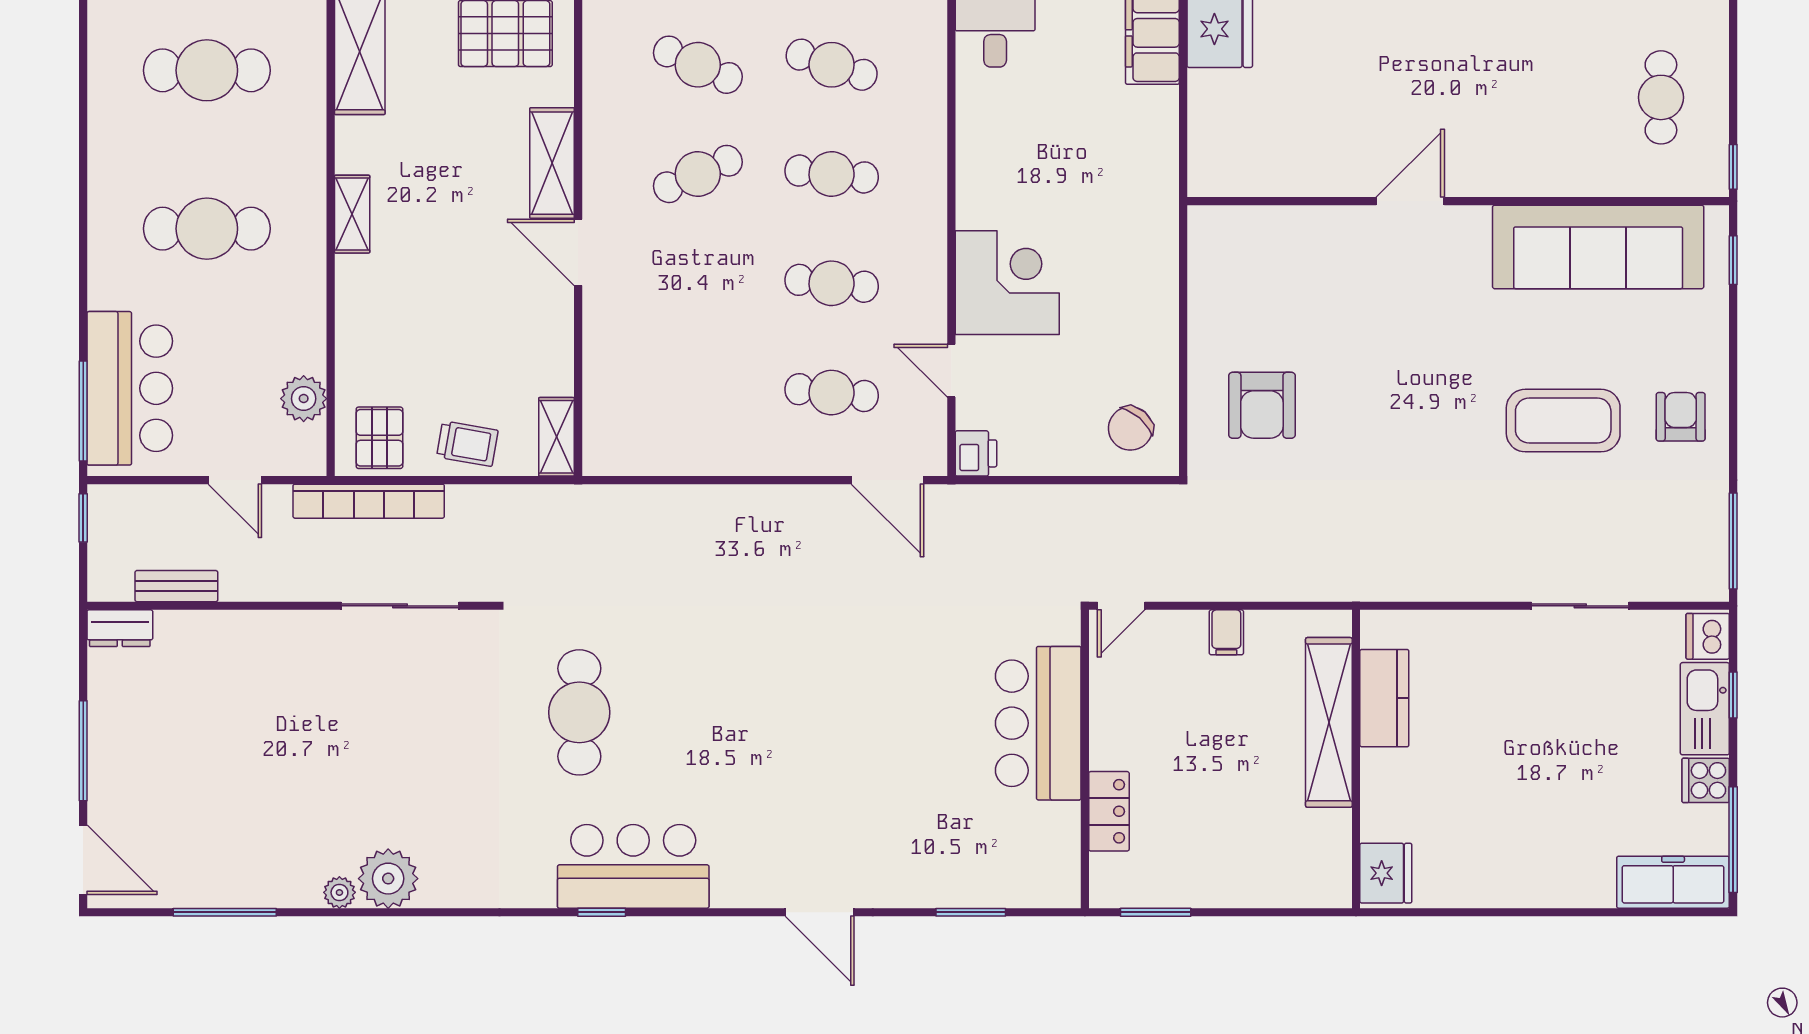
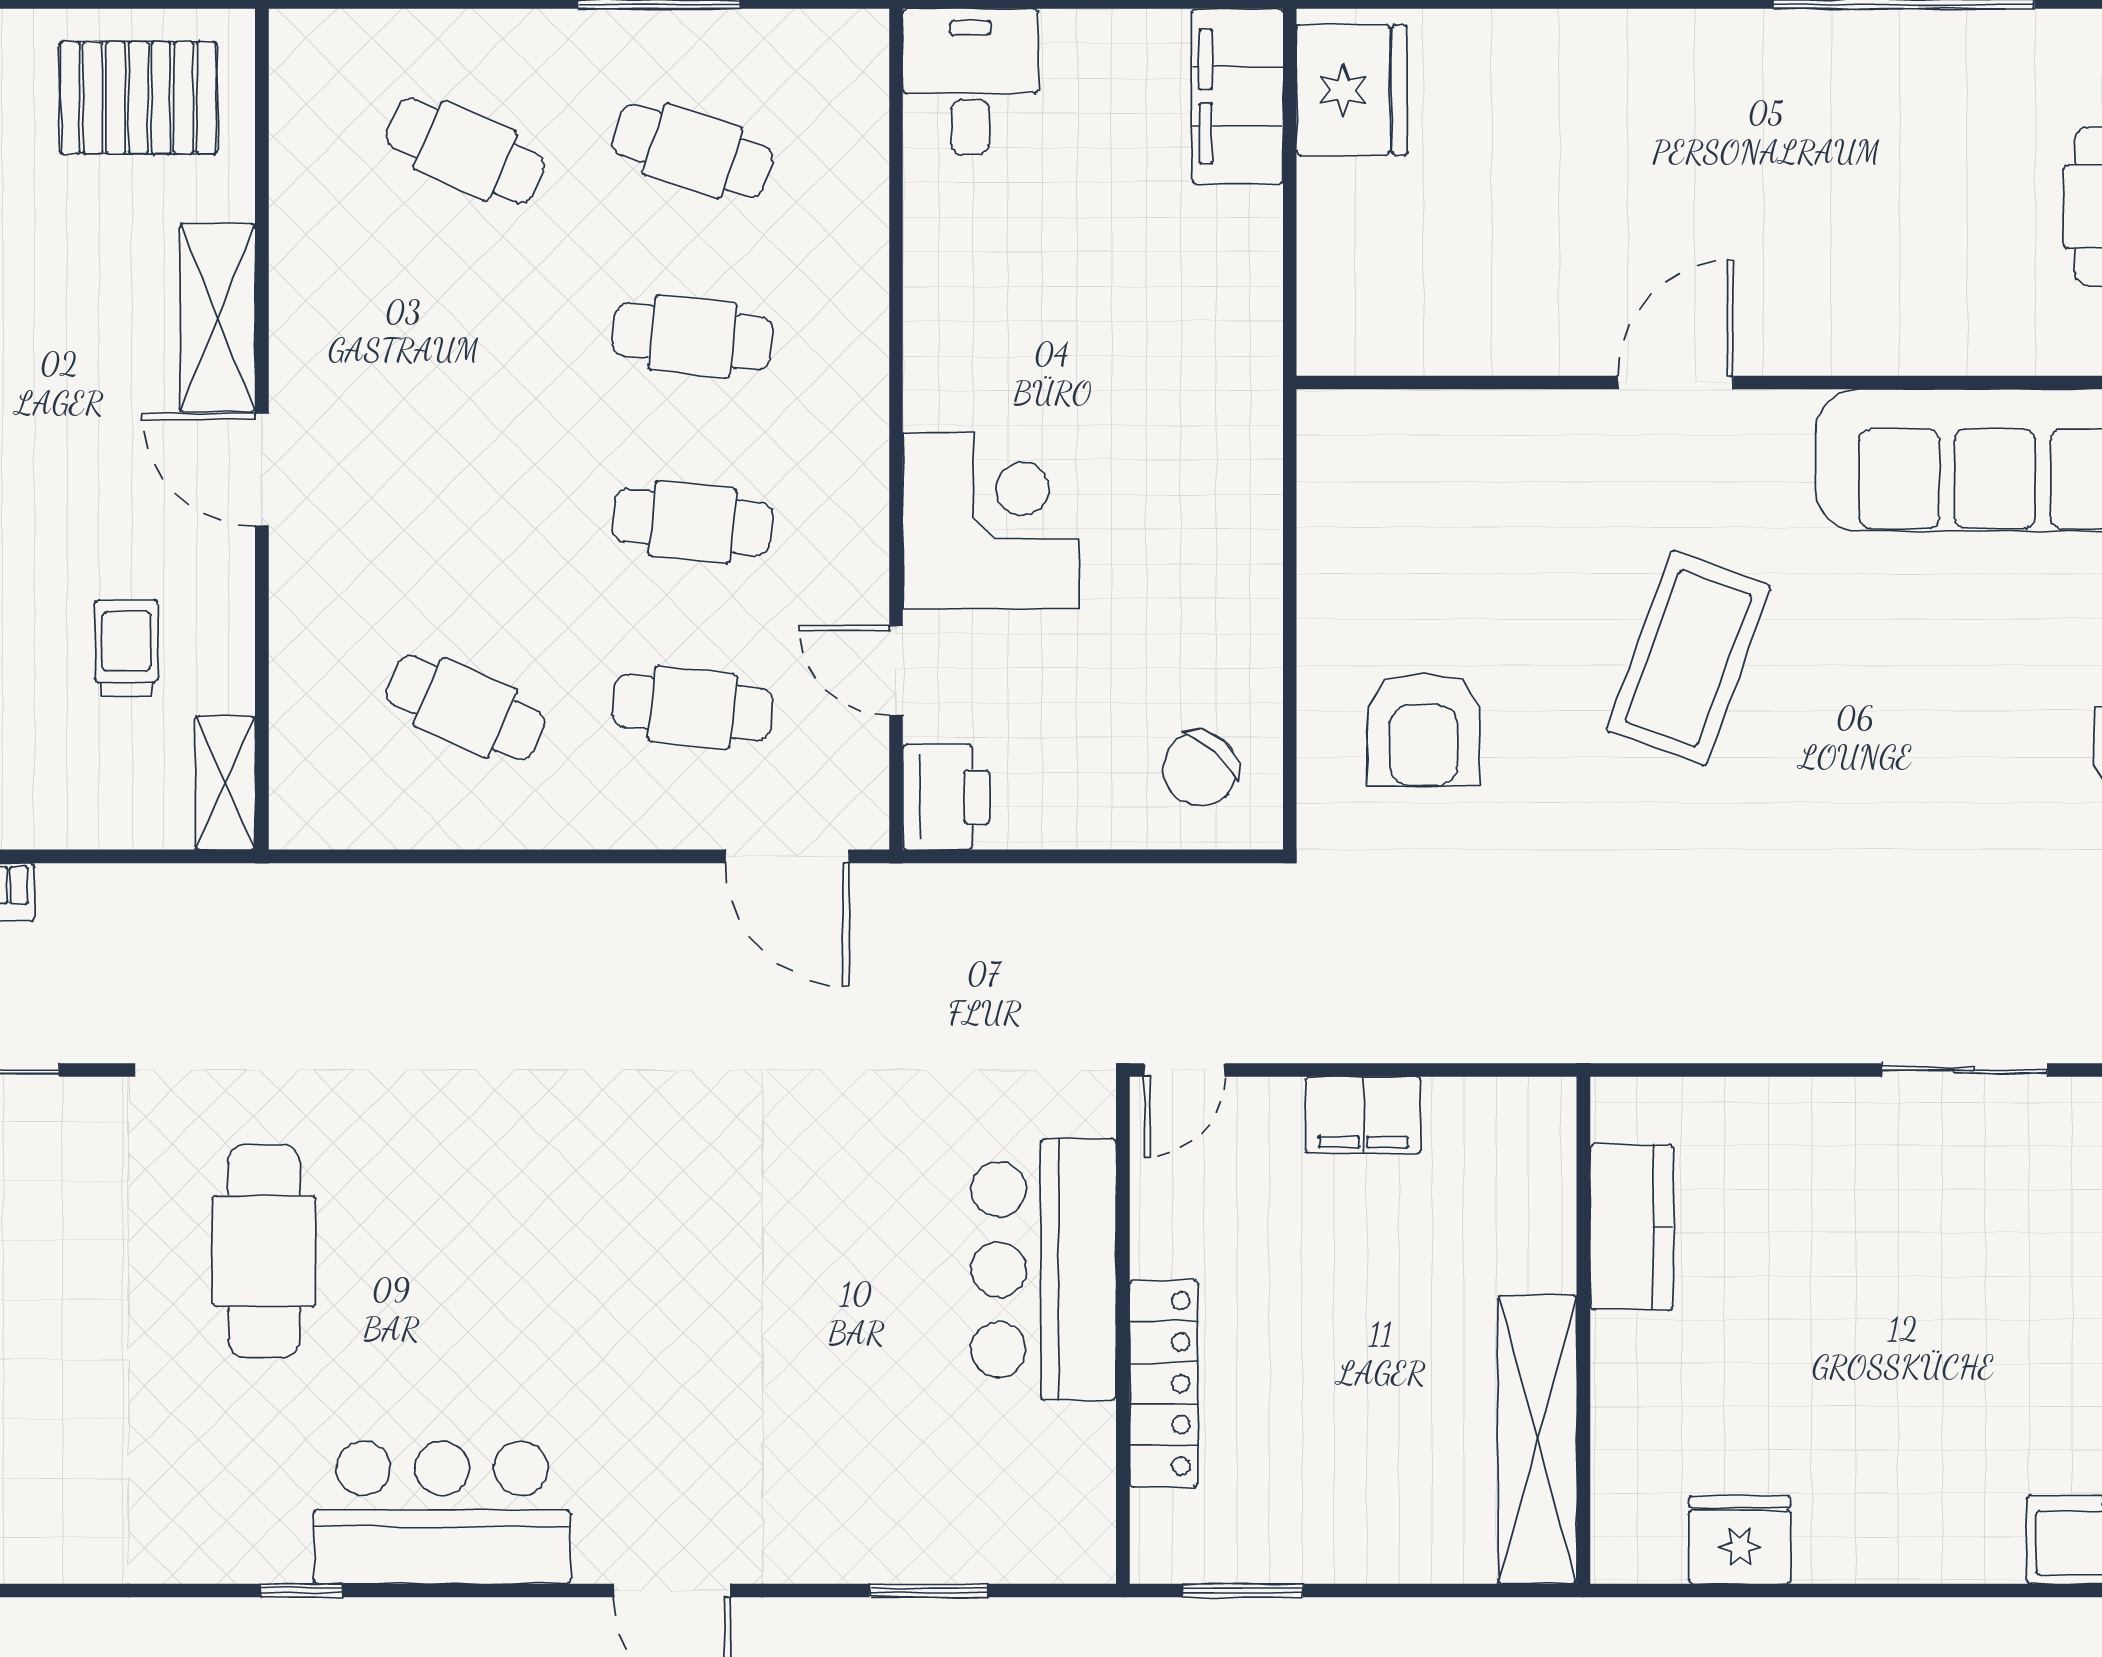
cafe table: (698, 174) -> (465, 708), moved, turned 48
coffee table: (1563, 421) -> (1688, 658), moved, turned -70
trolley: (467, 444) -> (127, 648), moved, turned -100
printer: (976, 453) -> (946, 797), width x1.36, depth x1.24
filing cabinet: (1226, 632) -> (1363, 1115), width x2.00
shelving: (1329, 722) -> (1537, 1440), moved
locker: (1109, 811) -> (1164, 1383), width x1.53
bar counter: (633, 866) -> (442, 1513), moved
fridge: (1386, 873) -> (1740, 1540), moved, turned -90

